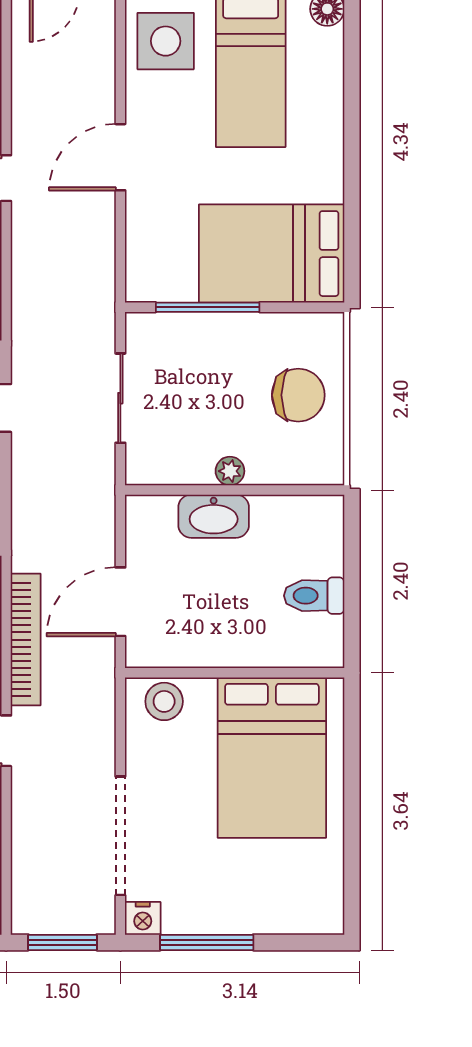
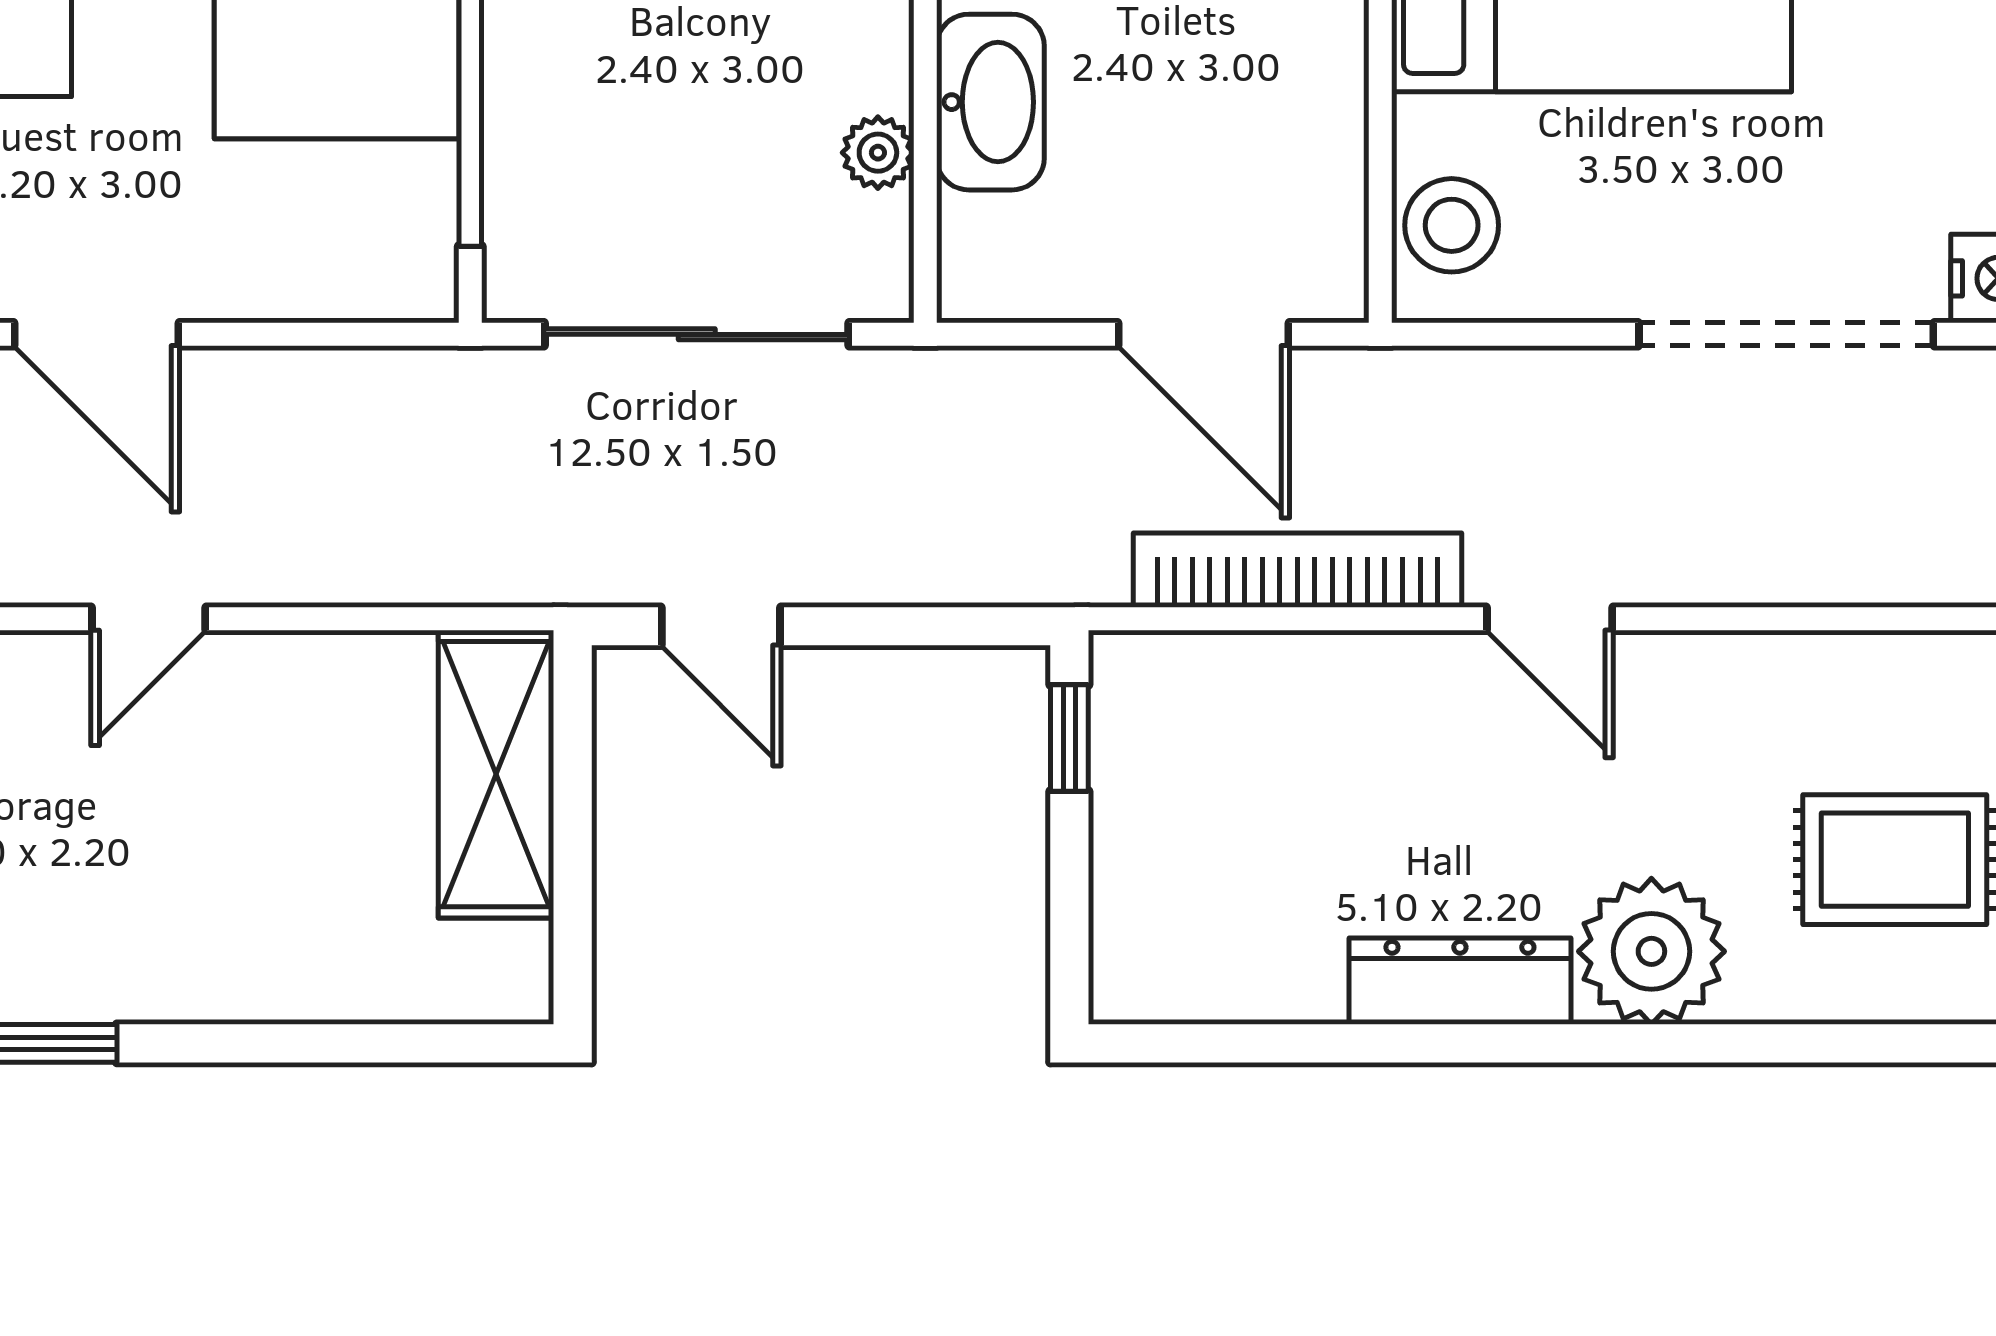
sliding door: (120, 398) -> (697, 334), width x1.37
plant: (230, 471) -> (878, 153), moved

